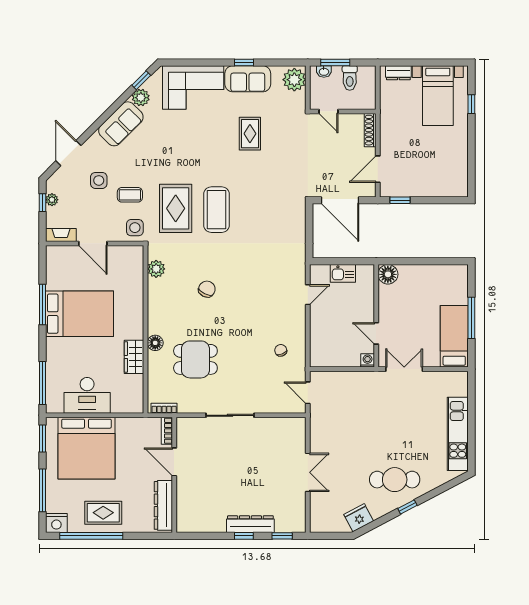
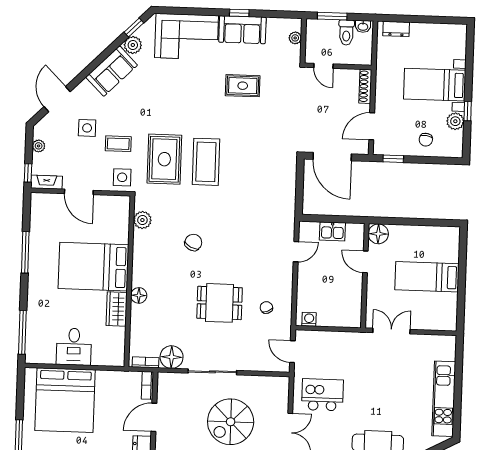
washbasin: (324, 71) -> (363, 26), moved
plant: (294, 80) -> (295, 38), width x0.53, depth x0.53
bed with nightstands: (438, 96) -> (435, 85), moved, turned 90
window: (471, 104) -> (468, 111), moved
rug: (250, 134) -> (243, 86), turned 90
plant: (460, 161) -> (455, 121), added
chair: (431, 180) -> (426, 140), added
window: (42, 203) -> (28, 173), moved
bed: (79, 314) -> (93, 267), moved, turned 180
window: (471, 318) -> (462, 281), removed
door: (376, 333) -> (365, 262), moved
bed: (454, 336) -> (427, 277), moved, turned -90
dining table: (195, 359) -> (220, 303), moved
washing machine: (368, 360) -> (309, 319), moved
desk: (87, 395) -> (74, 347), width x0.73
floor lamp: (189, 402) -> (172, 357), added
kitchen island: (339, 434) -> (322, 395), added
window: (42, 438) -> (20, 389), removed
door: (174, 462) -> (154, 417), hinge flipped
spiral stairs: (250, 464) -> (231, 422), added

